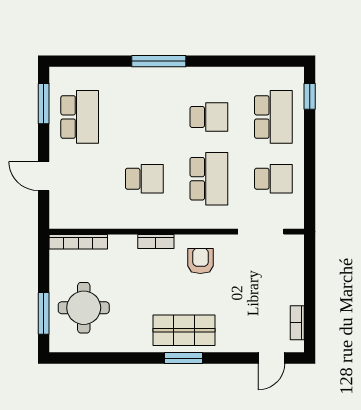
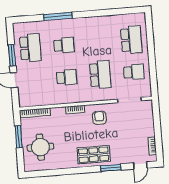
window: (159, 61) -> (58, 16), moved
window: (310, 96) -> (149, 28), removed
window: (44, 104) -> (12, 55), moved
school desk: (209, 117) -> (64, 45), moved
window: (44, 313) -> (19, 137), moved
window: (184, 358) -> (111, 168), moved

